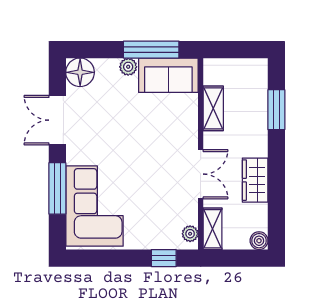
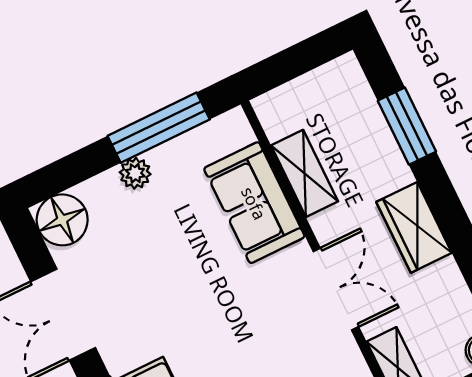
sofa: (168, 75) -> (254, 203), moved, turned 90
wardrobe: (255, 180) -> (414, 227), moved

